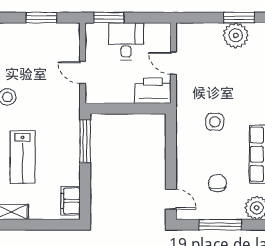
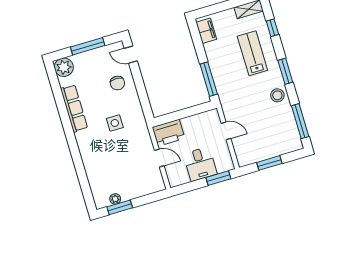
plant: (236, 35) -> (115, 199), width x0.53, depth x0.53
chair: (217, 183) -> (117, 83), moved

